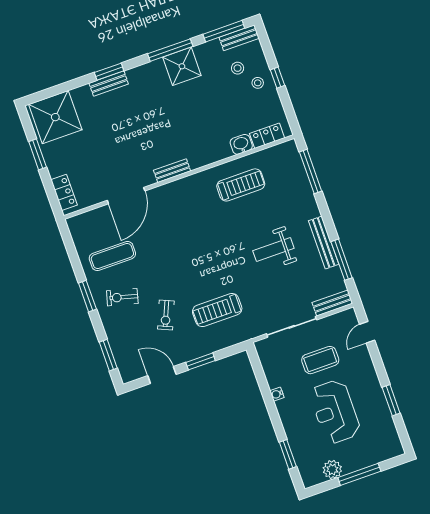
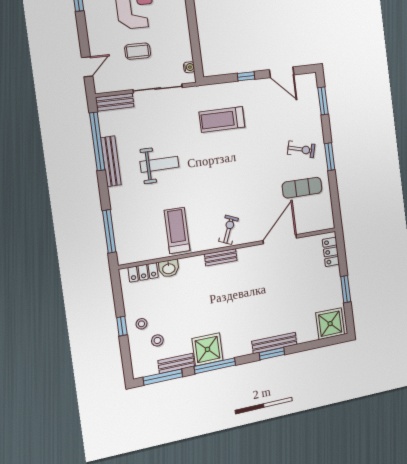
bench: (239, 38) -> (176, 363), moved
bench: (109, 84) -> (274, 343), width x1.36
shower: (55, 117) -> (330, 324), width x0.73, depth x0.73
bench: (172, 171) -> (221, 257), moved
treadmill: (241, 185) -> (177, 230), turned 90
window: (342, 260) -> (97, 141), width x1.46
treadmill: (217, 310) -> (222, 119), turned 180
exercise bike: (166, 315) -> (229, 230), moved
coffee table: (320, 360) -> (138, 51), width x0.73, depth x0.77
window: (201, 361) -> (246, 76), width x0.67
water cooler: (277, 394) -> (189, 67), moved

